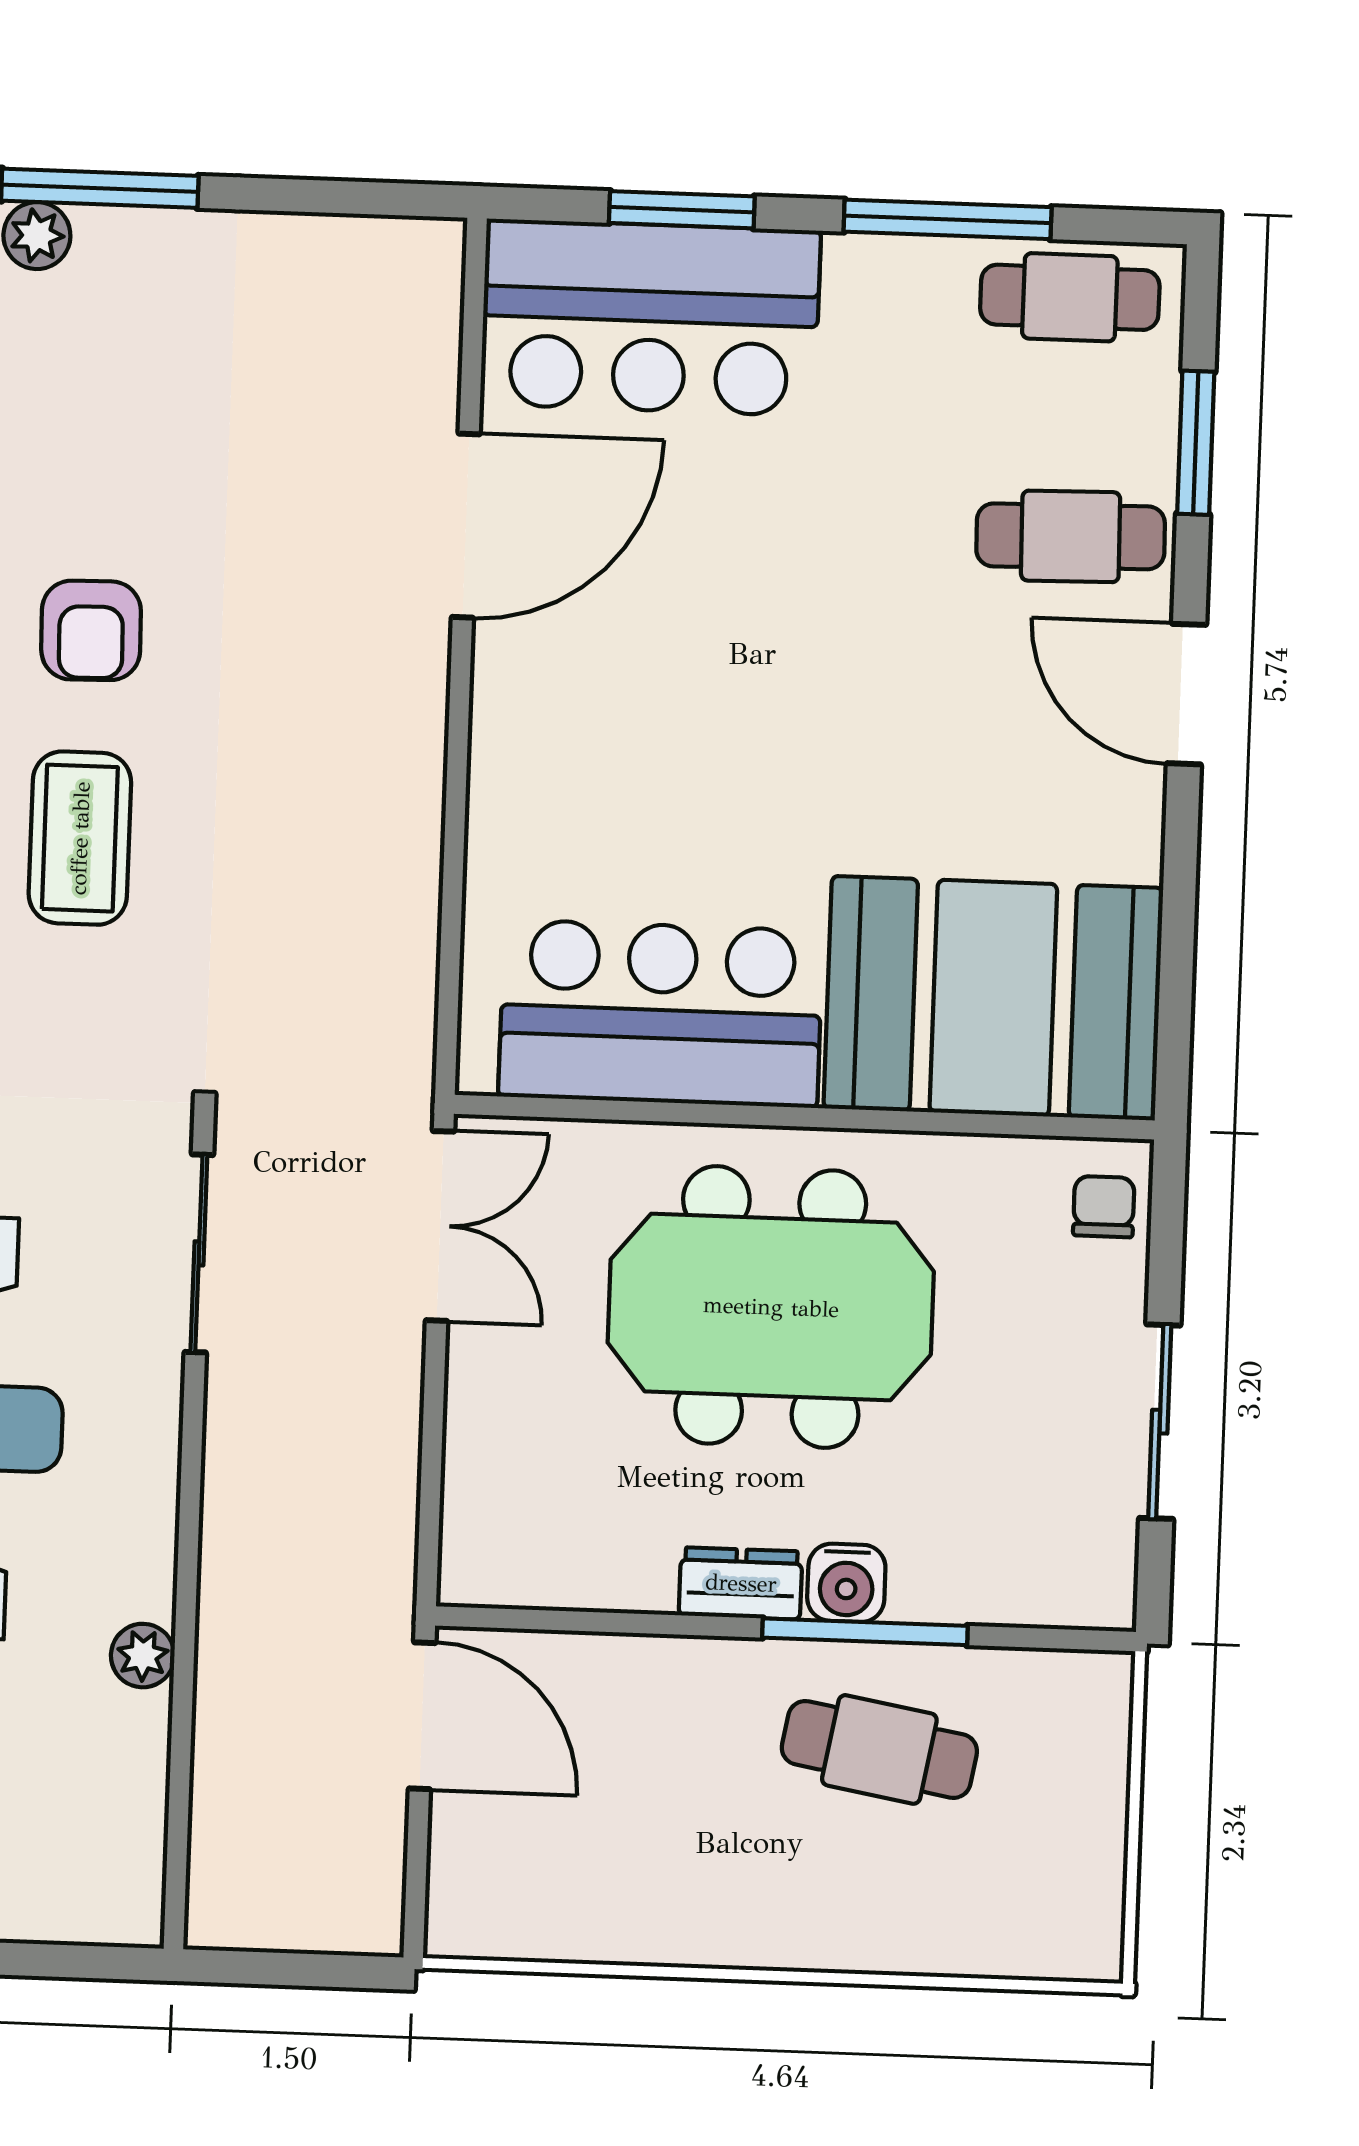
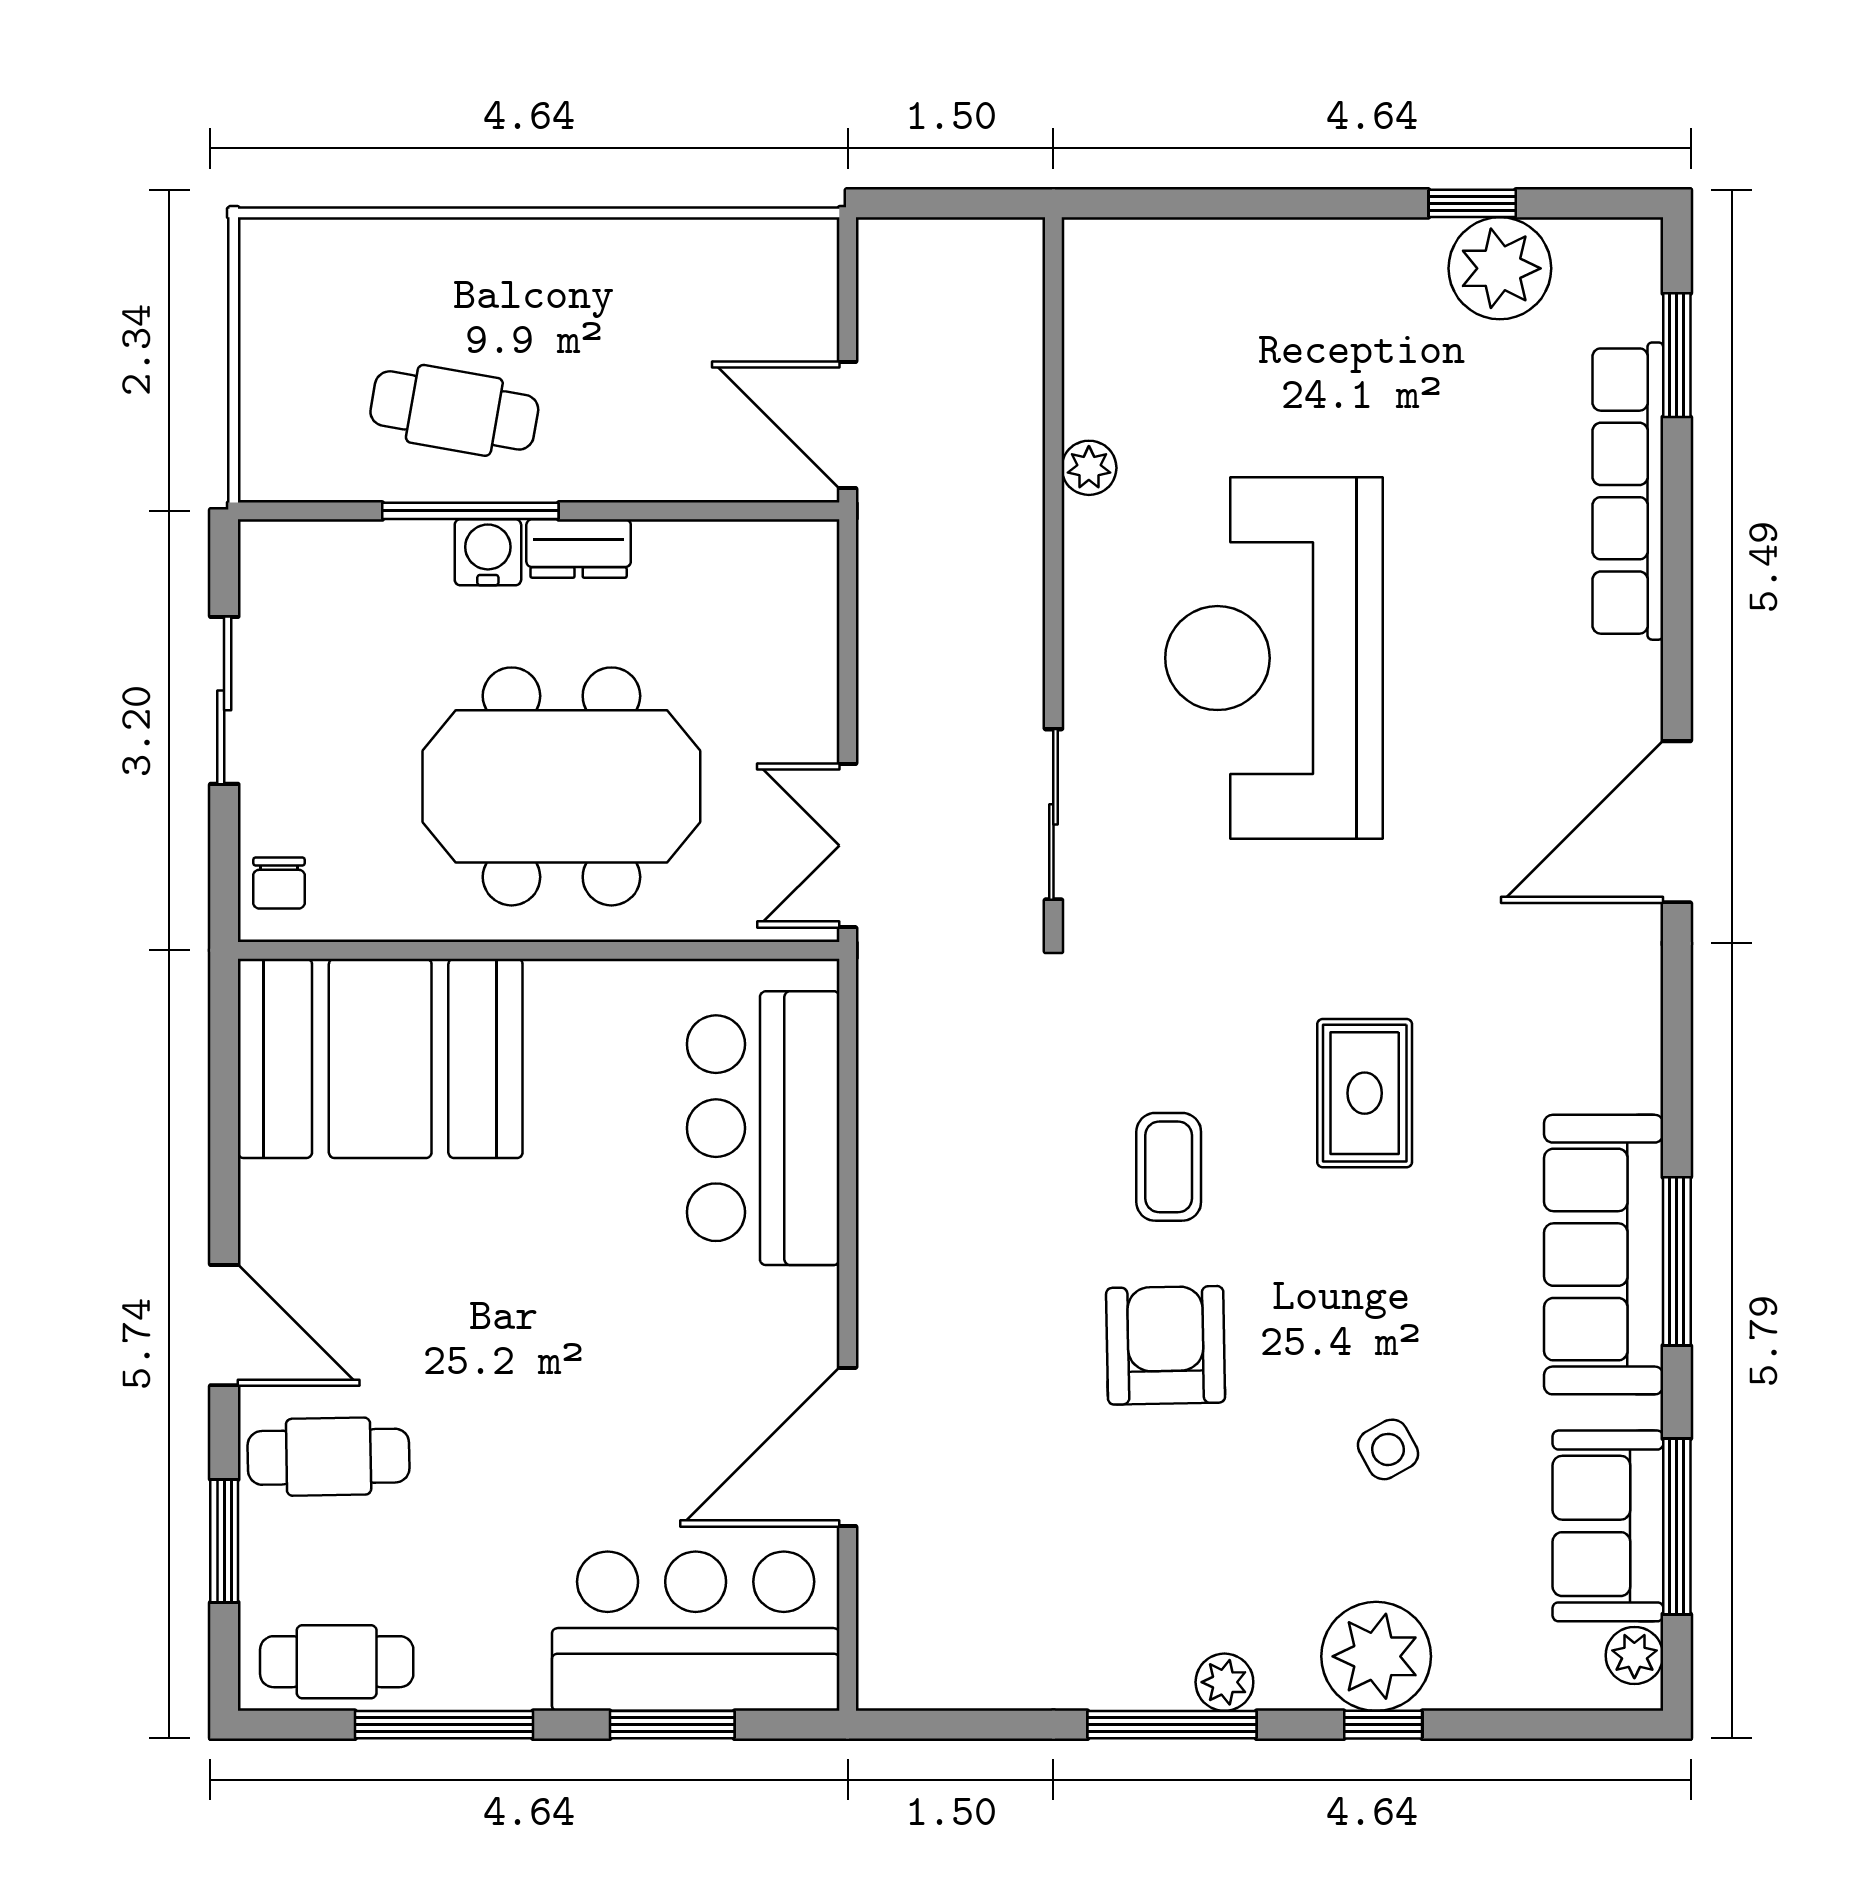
armchair: (91, 630) -> (1166, 1345), width x1.38, depth x1.38
coffee table: (80, 838) -> (1169, 1167), width x0.73, depth x0.77
bar counter: (661, 1014) -> (763, 1128), moved, turned 90

